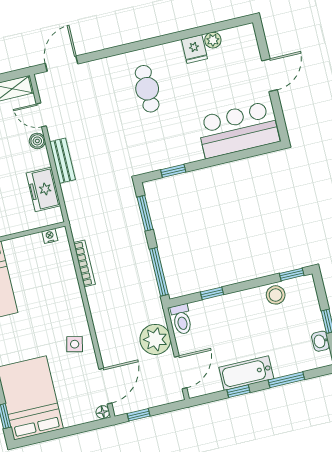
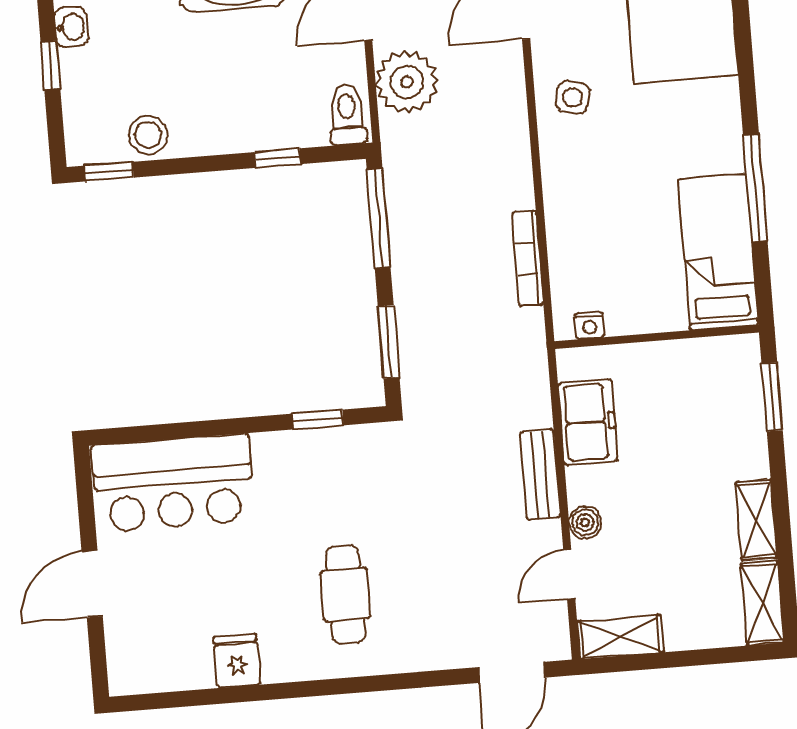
plant: (213, 40) -> (196, 673), removed
door: (41, 115) -> (569, 574), swing flipped

